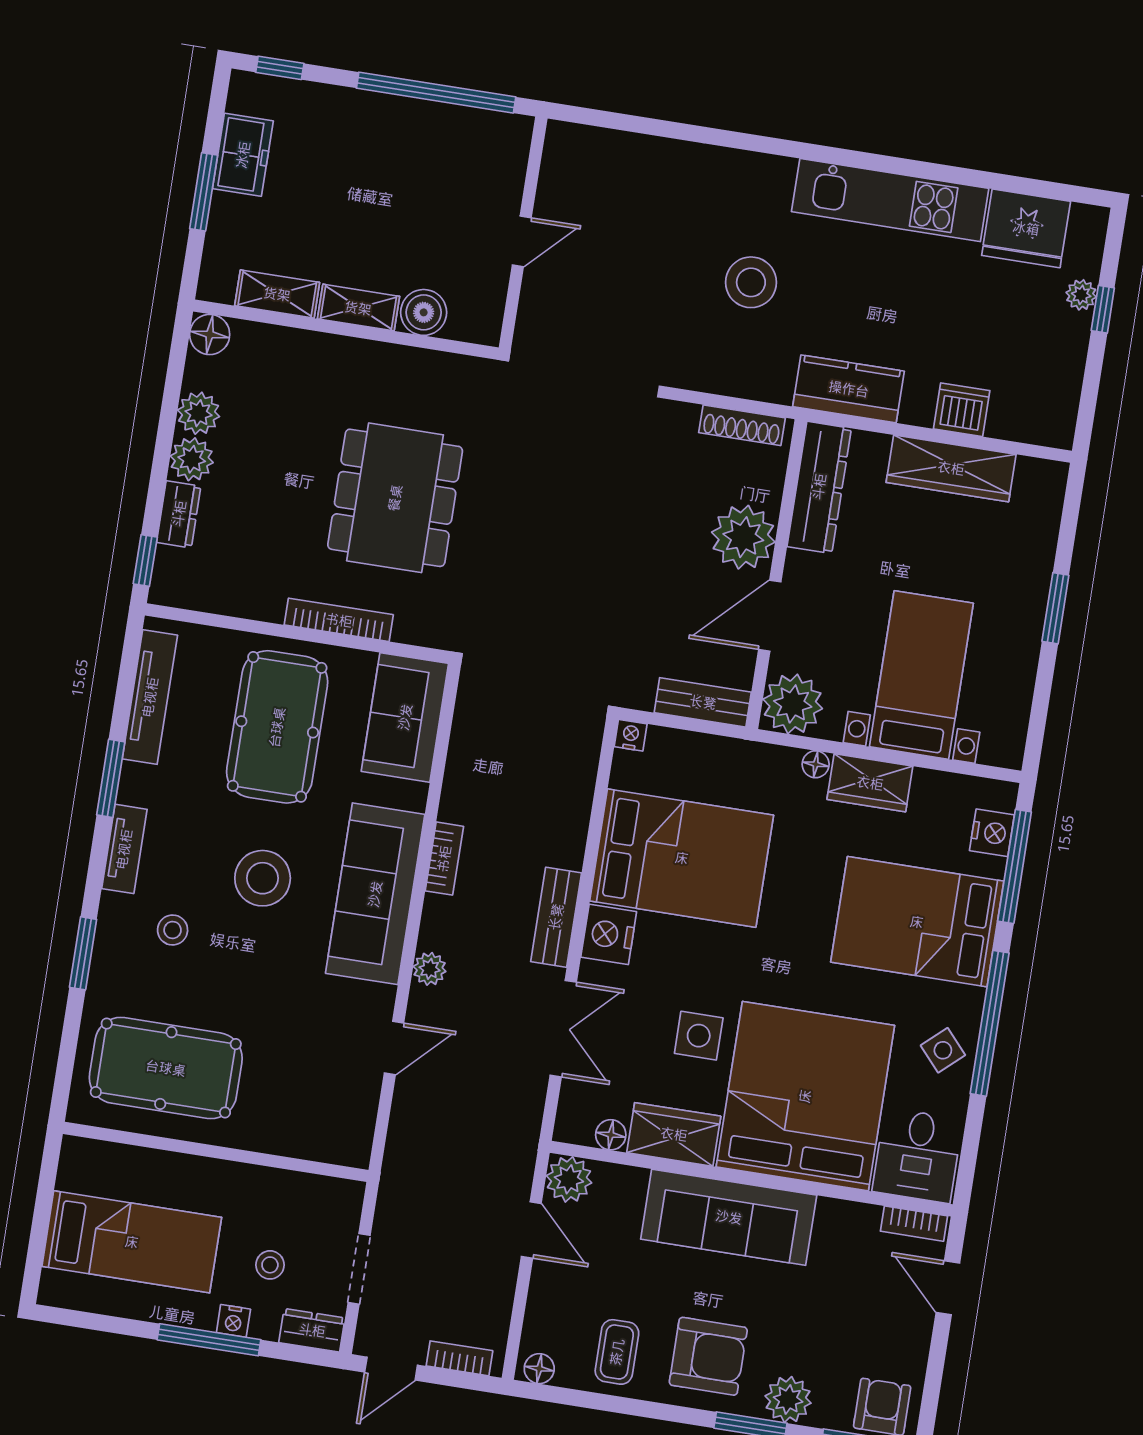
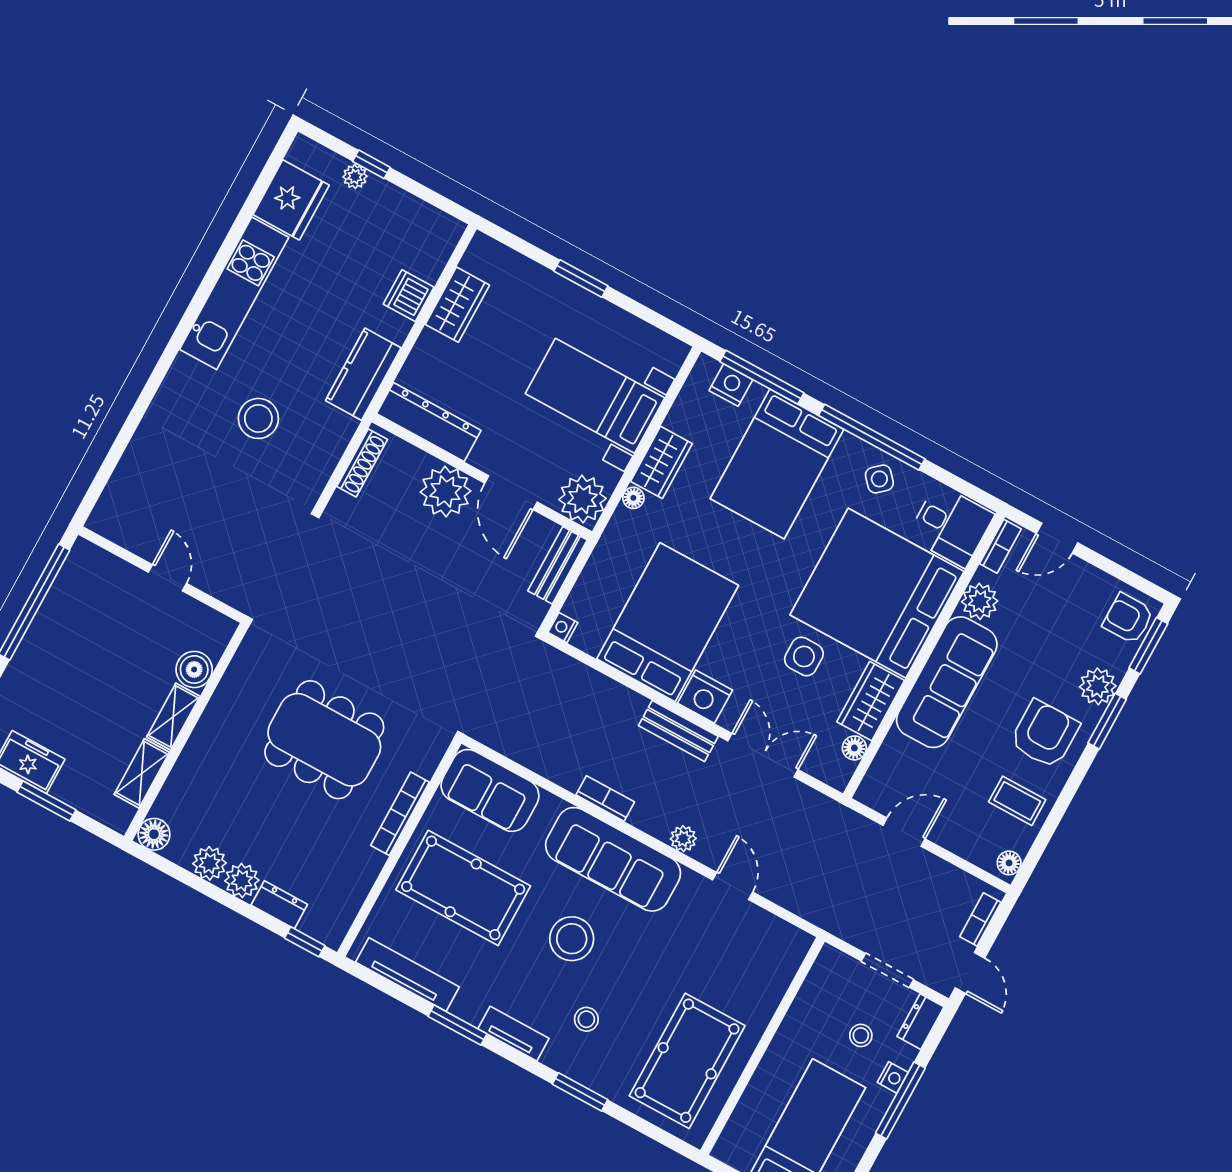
wardrobe: (951, 468) -> (457, 305), width x0.67
plant: (569, 1179) -> (980, 601), moved

